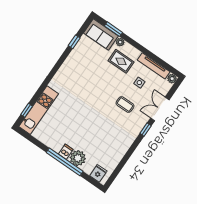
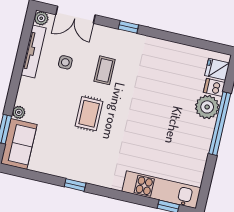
window: (74, 42) -> (75, 185), moved
rug: (121, 61) -> (89, 114), moved
double door: (160, 109) -> (75, 15), moved
dishwasher: (66, 152) -> (214, 87), moved

